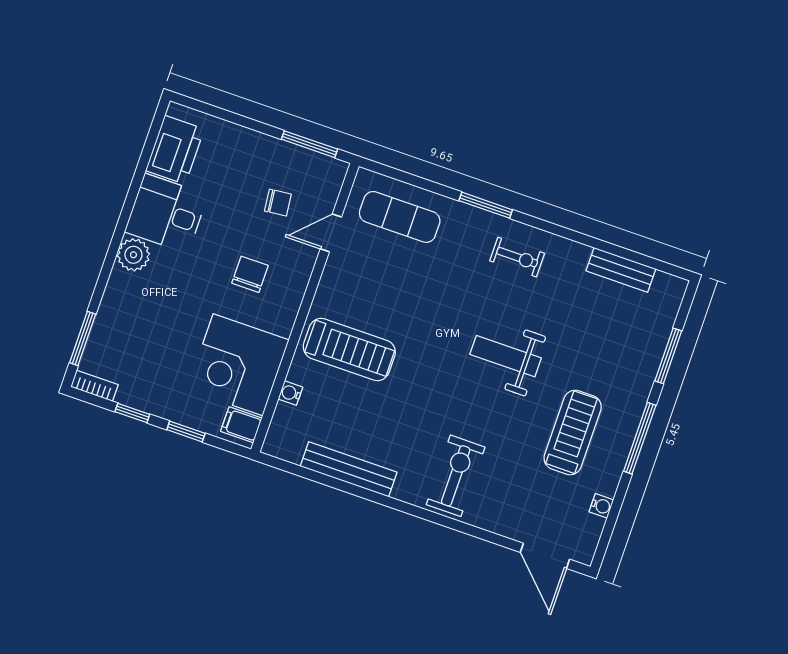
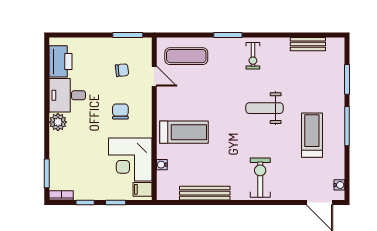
door: (331, 233) -> (154, 76), swing flipped
exercise bike: (517, 257) -> (253, 56), turned 90
water cooler: (601, 506) -> (339, 185), moved

